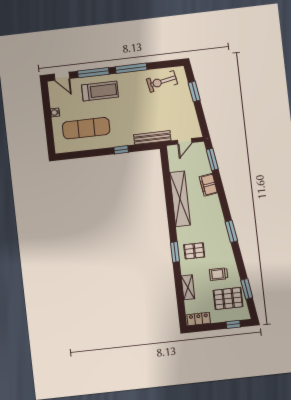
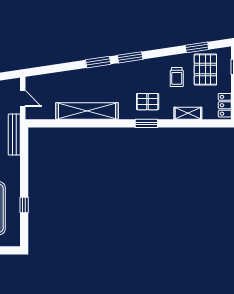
window: (121, 150) -> (24, 205), moved
window: (212, 159) -> (98, 62), moved
filing cabinet: (208, 185) -> (75, 77), removed
pallet: (194, 251) -> (148, 102), turned 90

